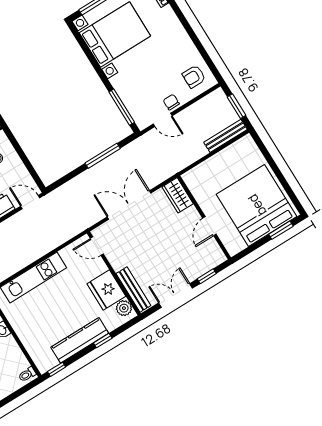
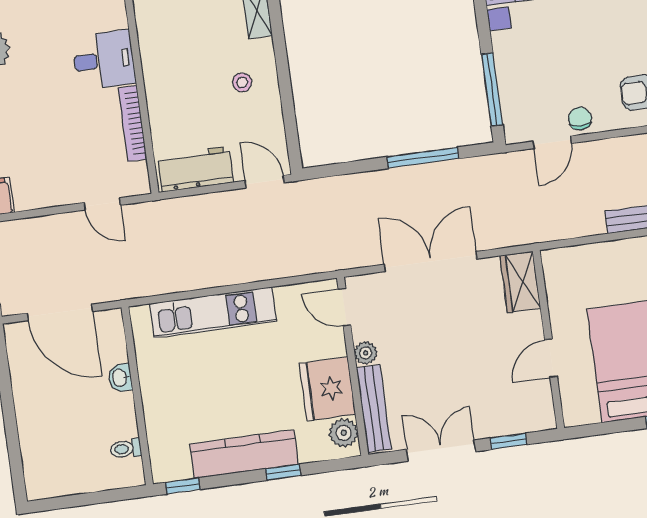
door: (163, 120) -> (552, 142), hinge flipped
plant: (117, 264) -> (366, 353), added
toilet: (27, 374) -> (126, 449), moved

